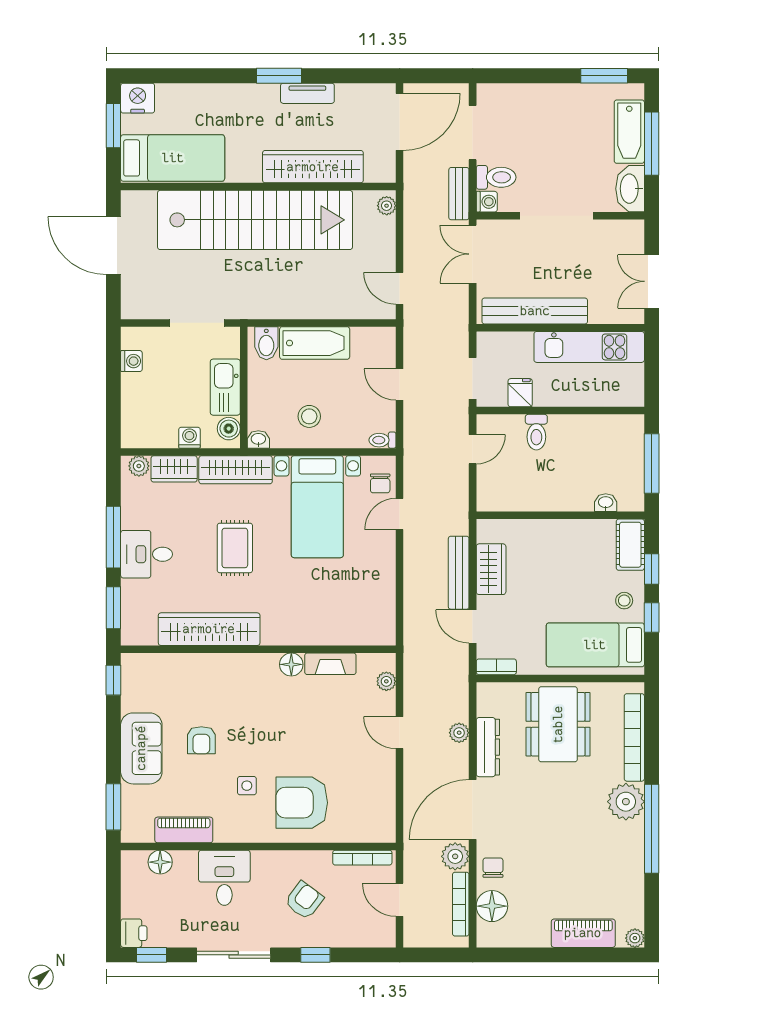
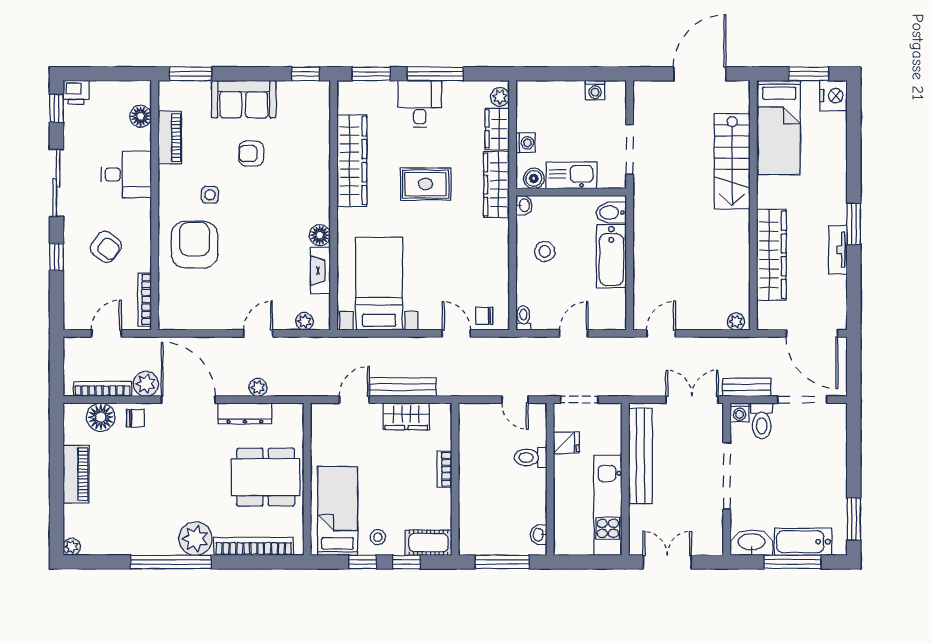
stairs: (255, 220) -> (732, 161), width x0.54, depth x0.66
washbasin: (606, 503) -> (539, 535), moved, turned 180
bed with nightstands: (317, 507) -> (379, 284), moved, turned 90
bookcase: (496, 667) -> (445, 469), moved, turned 180
piano: (583, 933) -> (76, 474), moved

